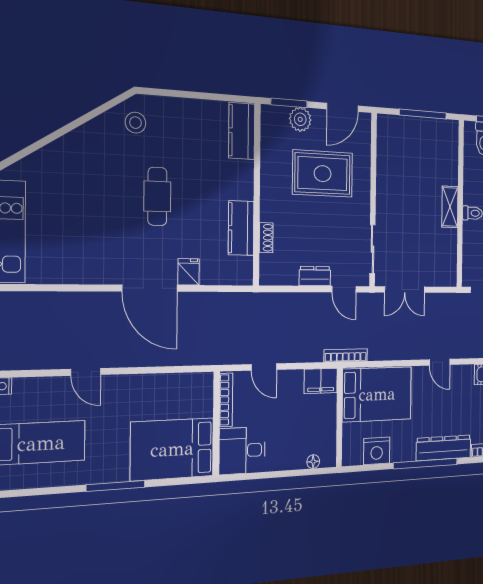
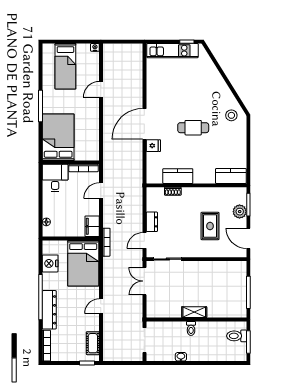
rug: (323, 174) -> (210, 226), width x0.73, depth x0.70

